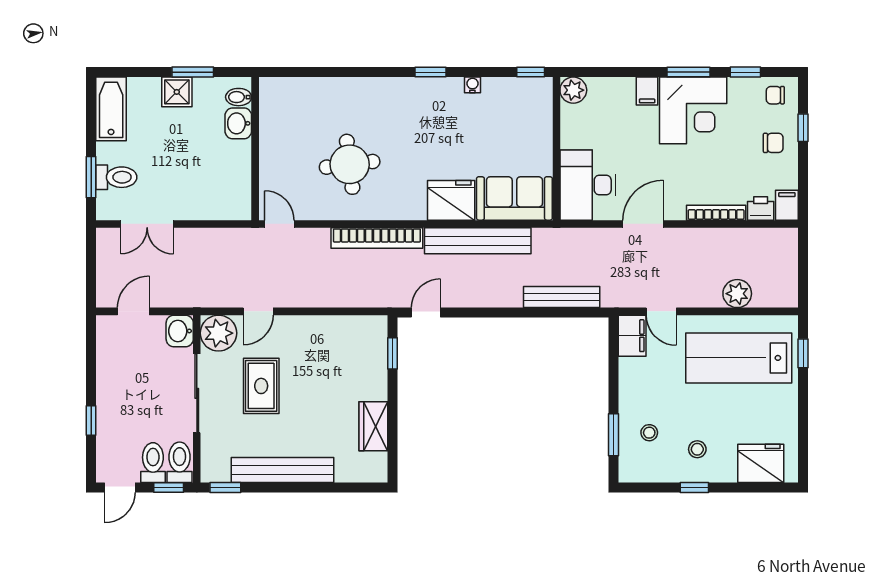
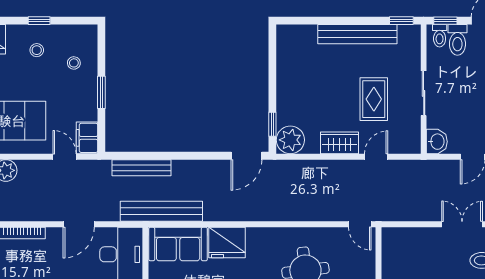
bookcase: (377, 238) -> (284, 213), removed
bench: (478, 241) -> (161, 211), moved
door: (426, 313) -> (246, 156), width x1.37
plant: (218, 333) -> (290, 140), moved
sliding door: (197, 393) -> (424, 93), width x0.73
wardrobe: (373, 426) -> (339, 143), moved, turned -90
window: (614, 435) -> (101, 92), moved
toilet: (180, 462) -> (440, 36), width x0.73, depth x0.72

